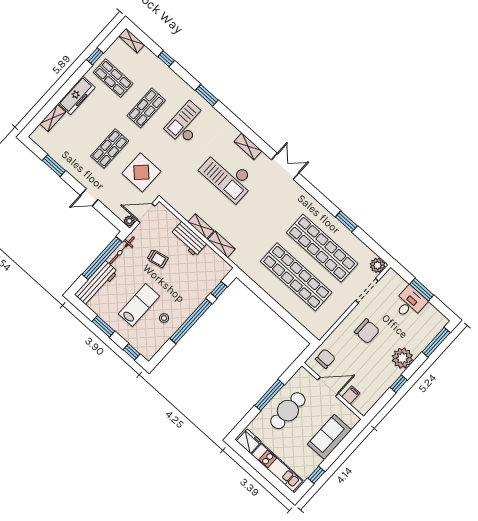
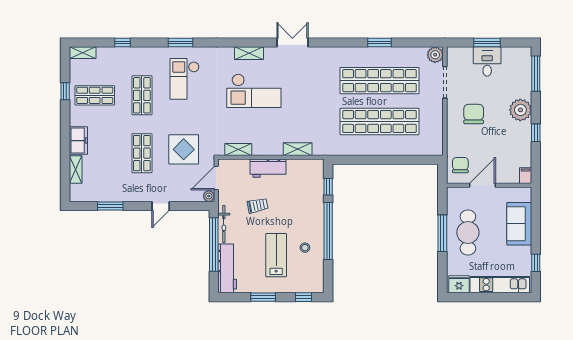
freezer: (77, 95) -> (78, 141), width x0.71
shelving: (201, 226) -> (238, 149), moved
chair: (367, 331) -> (474, 114), turned -90
filing cabinet: (351, 395) -> (526, 176), moved

